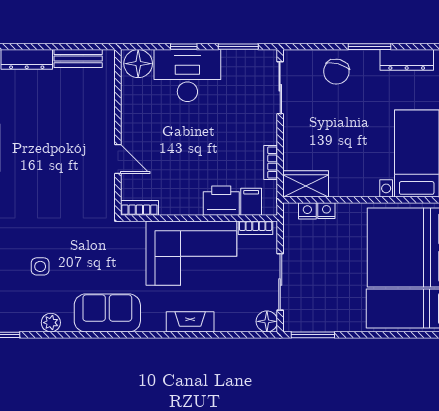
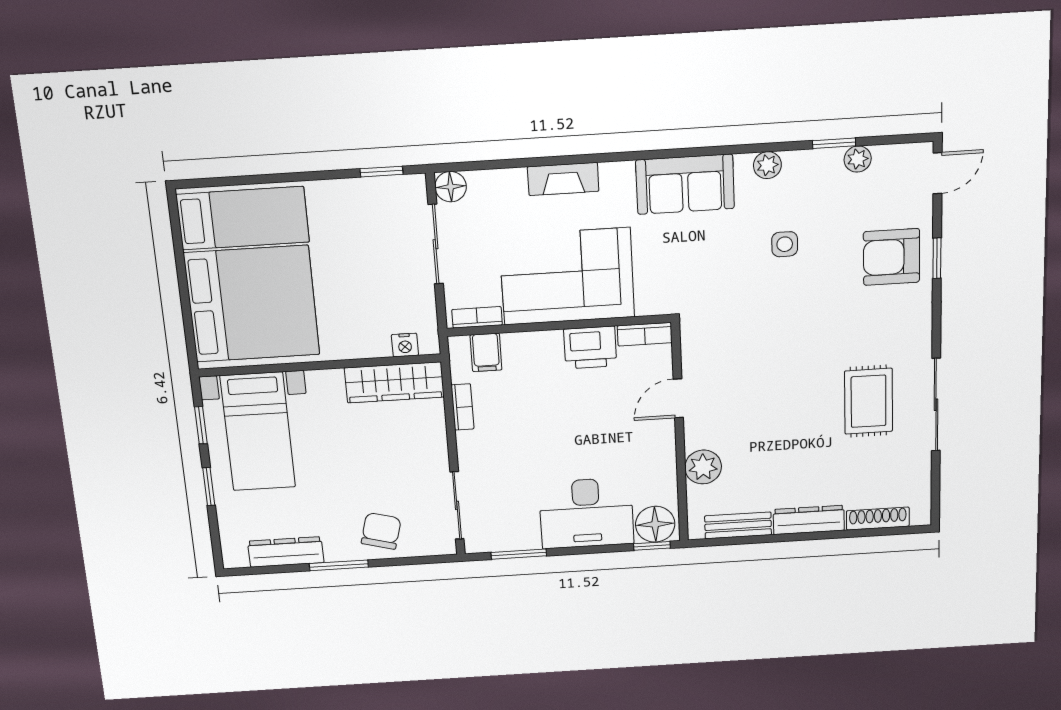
window: (184, 47) -> (652, 546), moved
plant: (102, 106) -> (703, 467), added
door: (118, 159) -> (678, 398), hinge flipped
wardrobe: (306, 184) -> (394, 382), width x1.50
printer: (221, 201) -> (590, 348), moved
nightstand: (326, 211) -> (378, 347), removed
window: (313, 335) -> (381, 172), width x0.67

